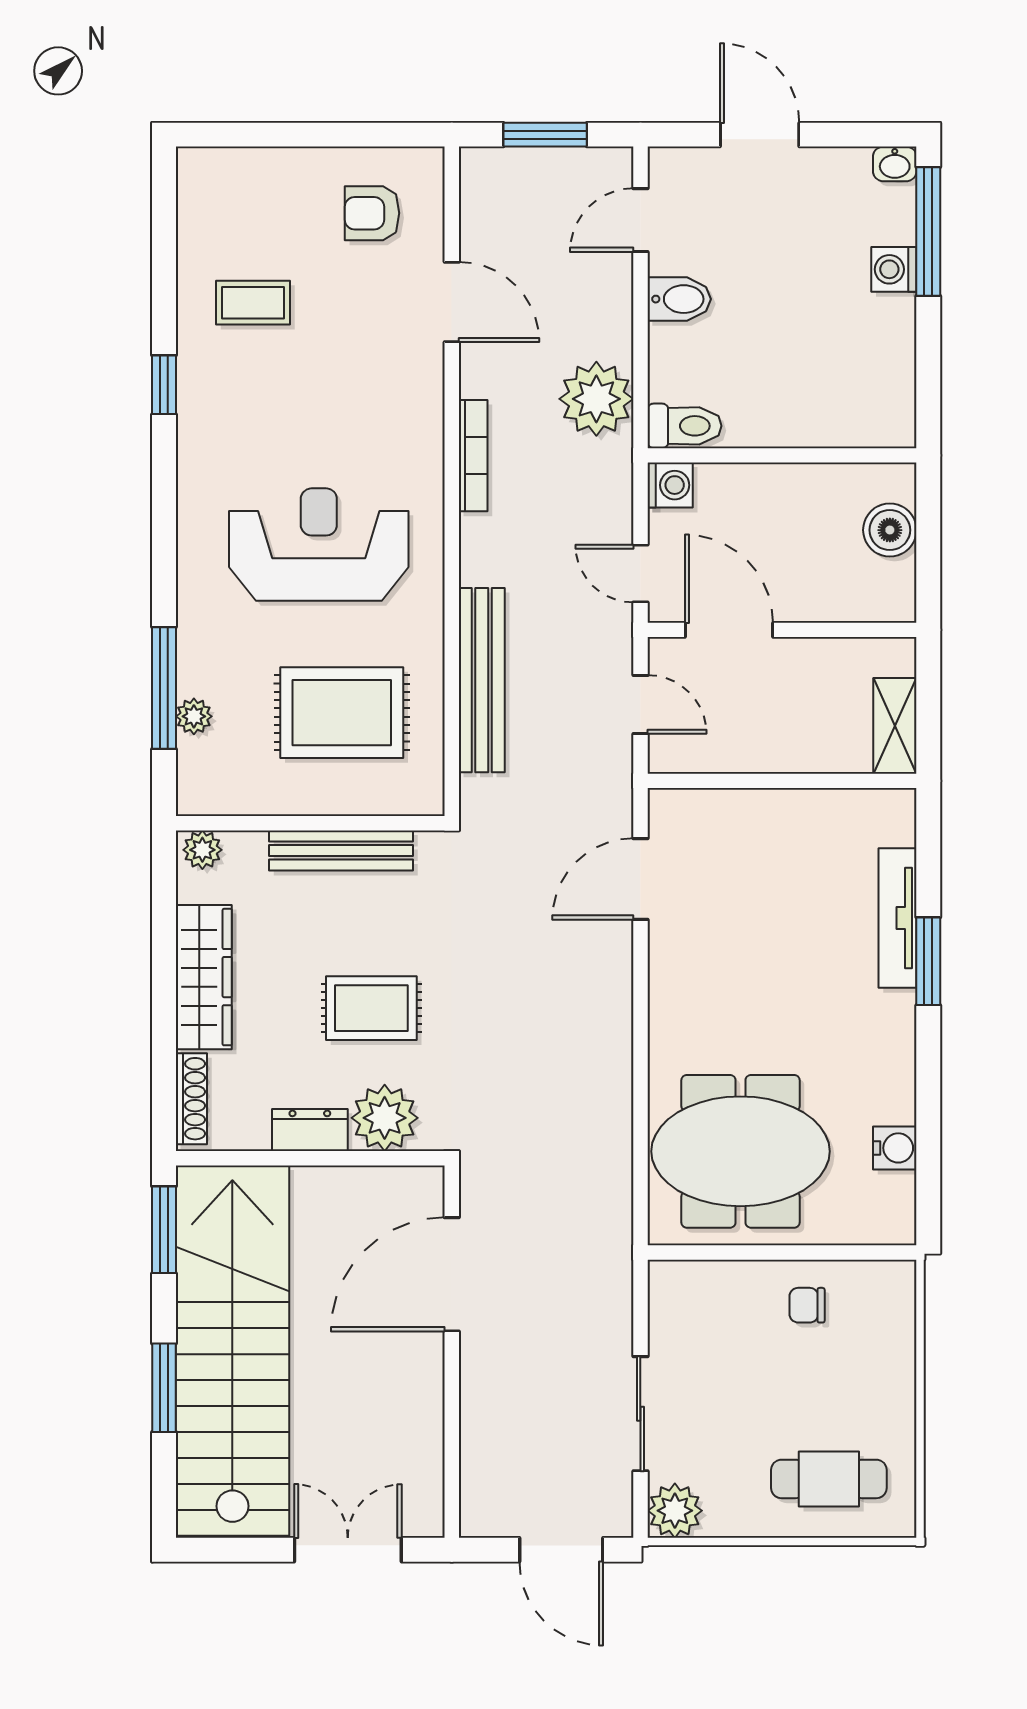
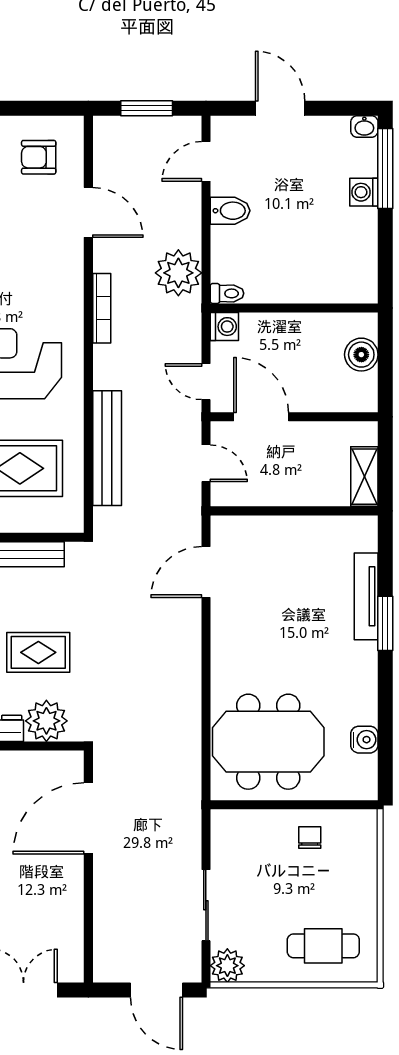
toilet: (684, 426) -> (227, 293), width x0.73, depth x0.72
chair: (807, 1305) -> (310, 838), turned 90

